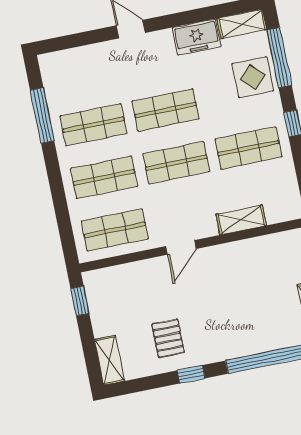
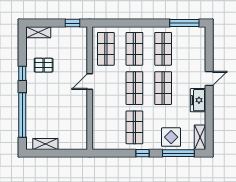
freezer: (197, 37) -> (198, 100), moved
window: (42, 115) -> (184, 23), moved
shelving: (241, 220) -> (98, 116), removed
door: (181, 247) -> (90, 82), hinge flipped

